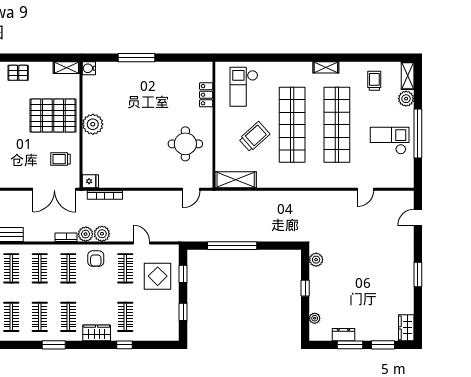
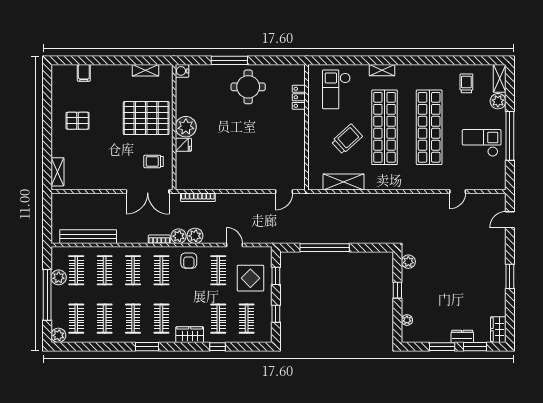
shelving: (326, 67) -> (382, 70), moved
shelving: (67, 68) -> (145, 70), moved
pallet: (18, 73) -> (112, 75), removed
round table: (185, 144) -> (248, 87), moved
shelving: (236, 180) -> (344, 182), moved
fridge: (90, 181) -> (183, 145), moved
clothes rail: (154, 317) -> (247, 319), added
dresser: (343, 335) -> (462, 336), moved

